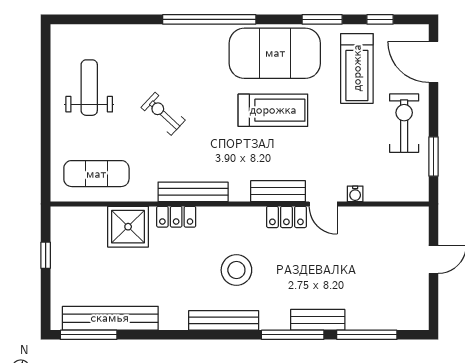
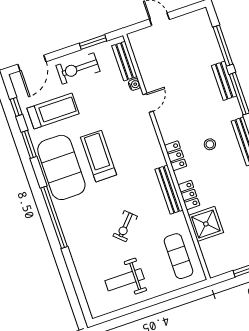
bench: (278, 191) -> (125, 61), moved
locker: (286, 217) -> (176, 156), moved
stool: (236, 270) -> (210, 144), width x0.53, depth x0.53

